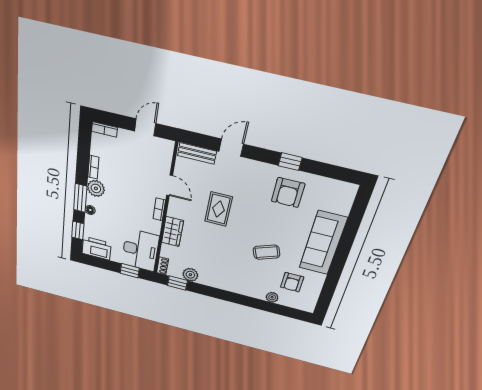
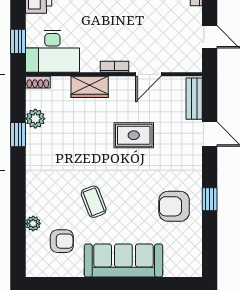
armchair: (292, 282) -> (62, 241), turned 180
window: (177, 283) -> (18, 135), moved

